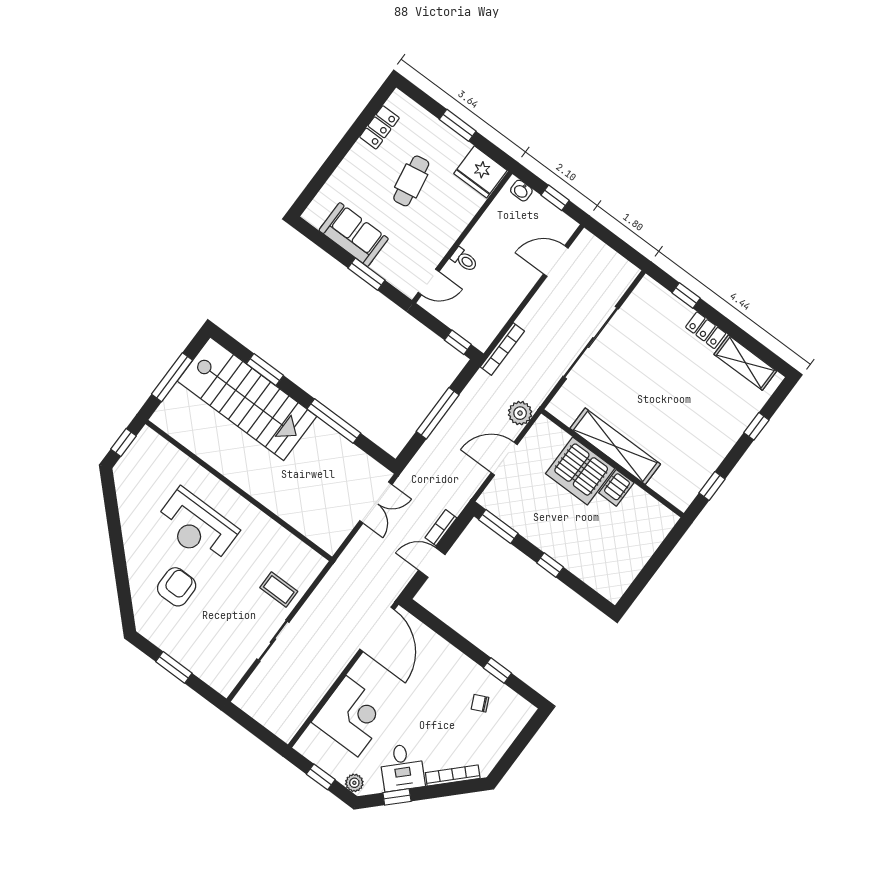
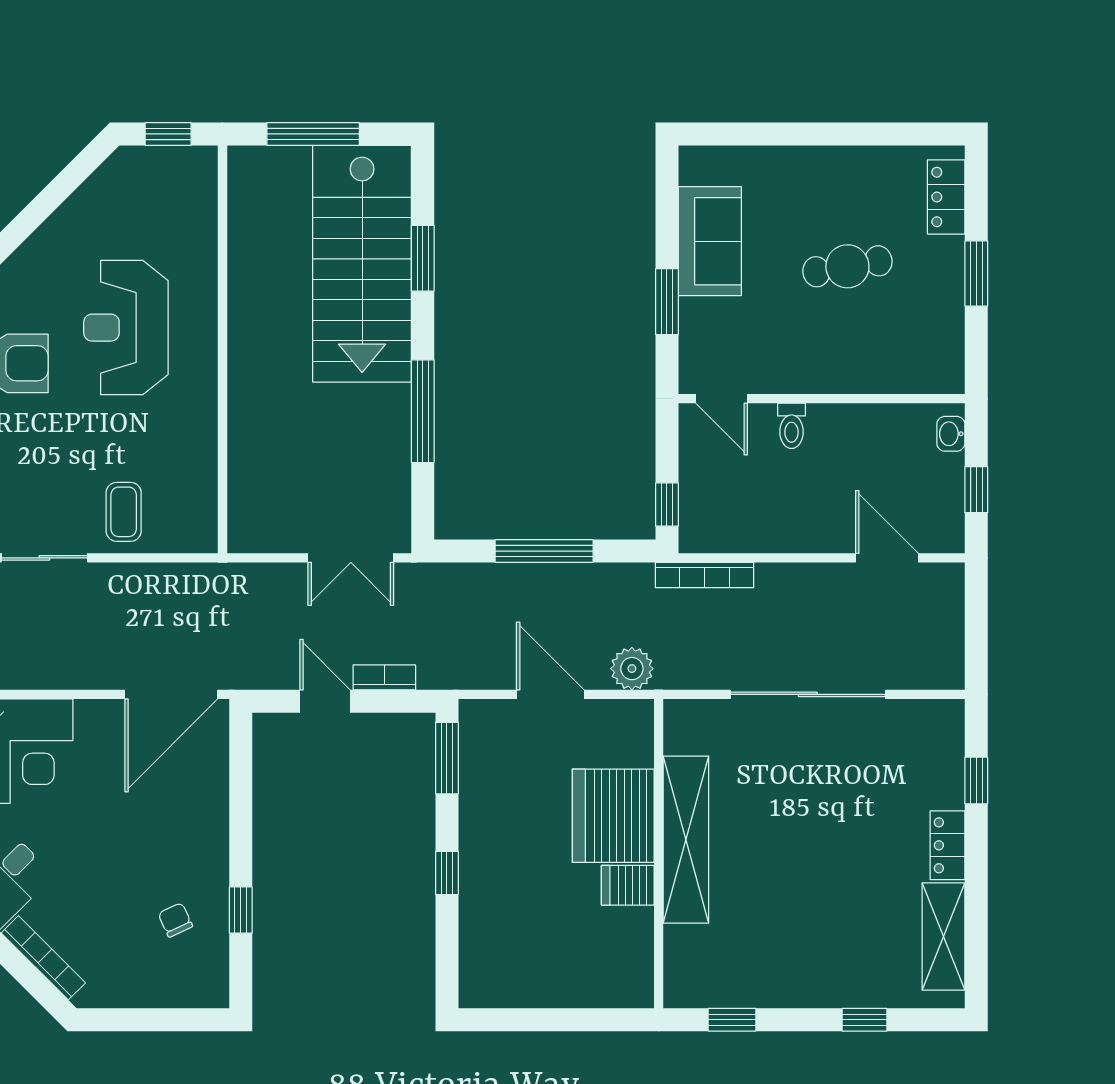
locker: (379, 127) -> (946, 197), moved, turned 90
fridge: (480, 172) -> (934, 356), removed

